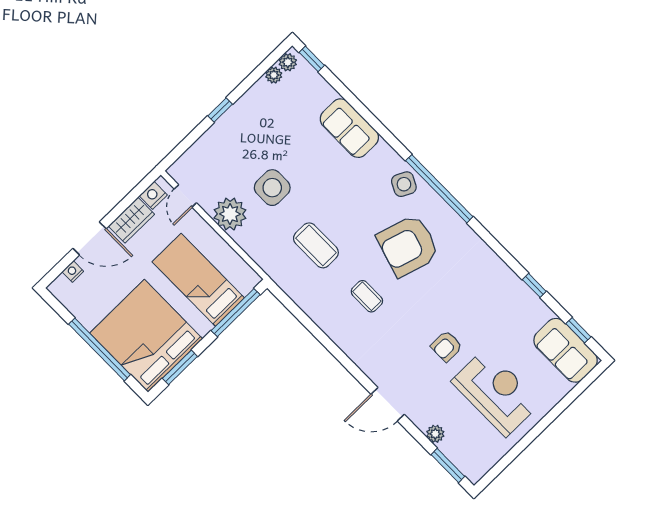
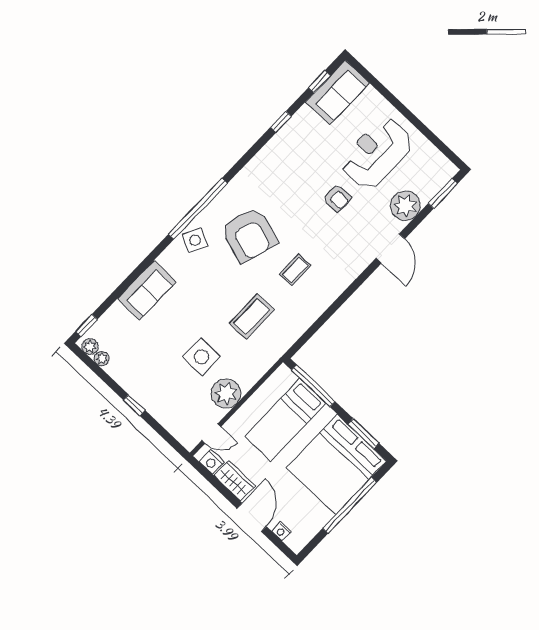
plant: (435, 434) -> (405, 206), width x1.88, depth x1.88

